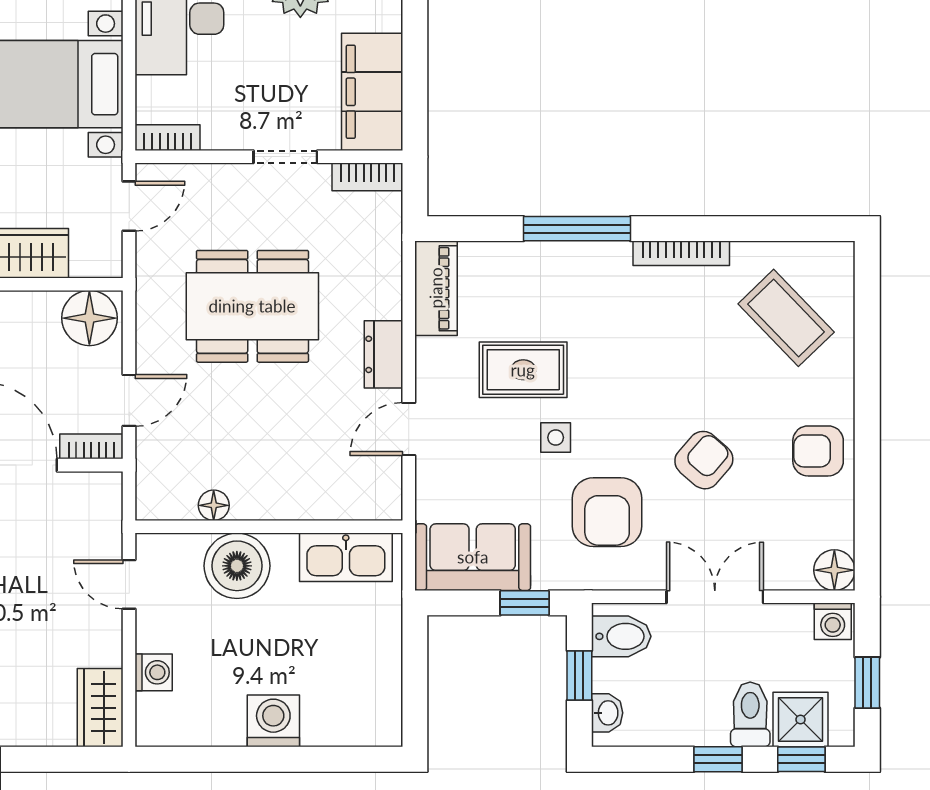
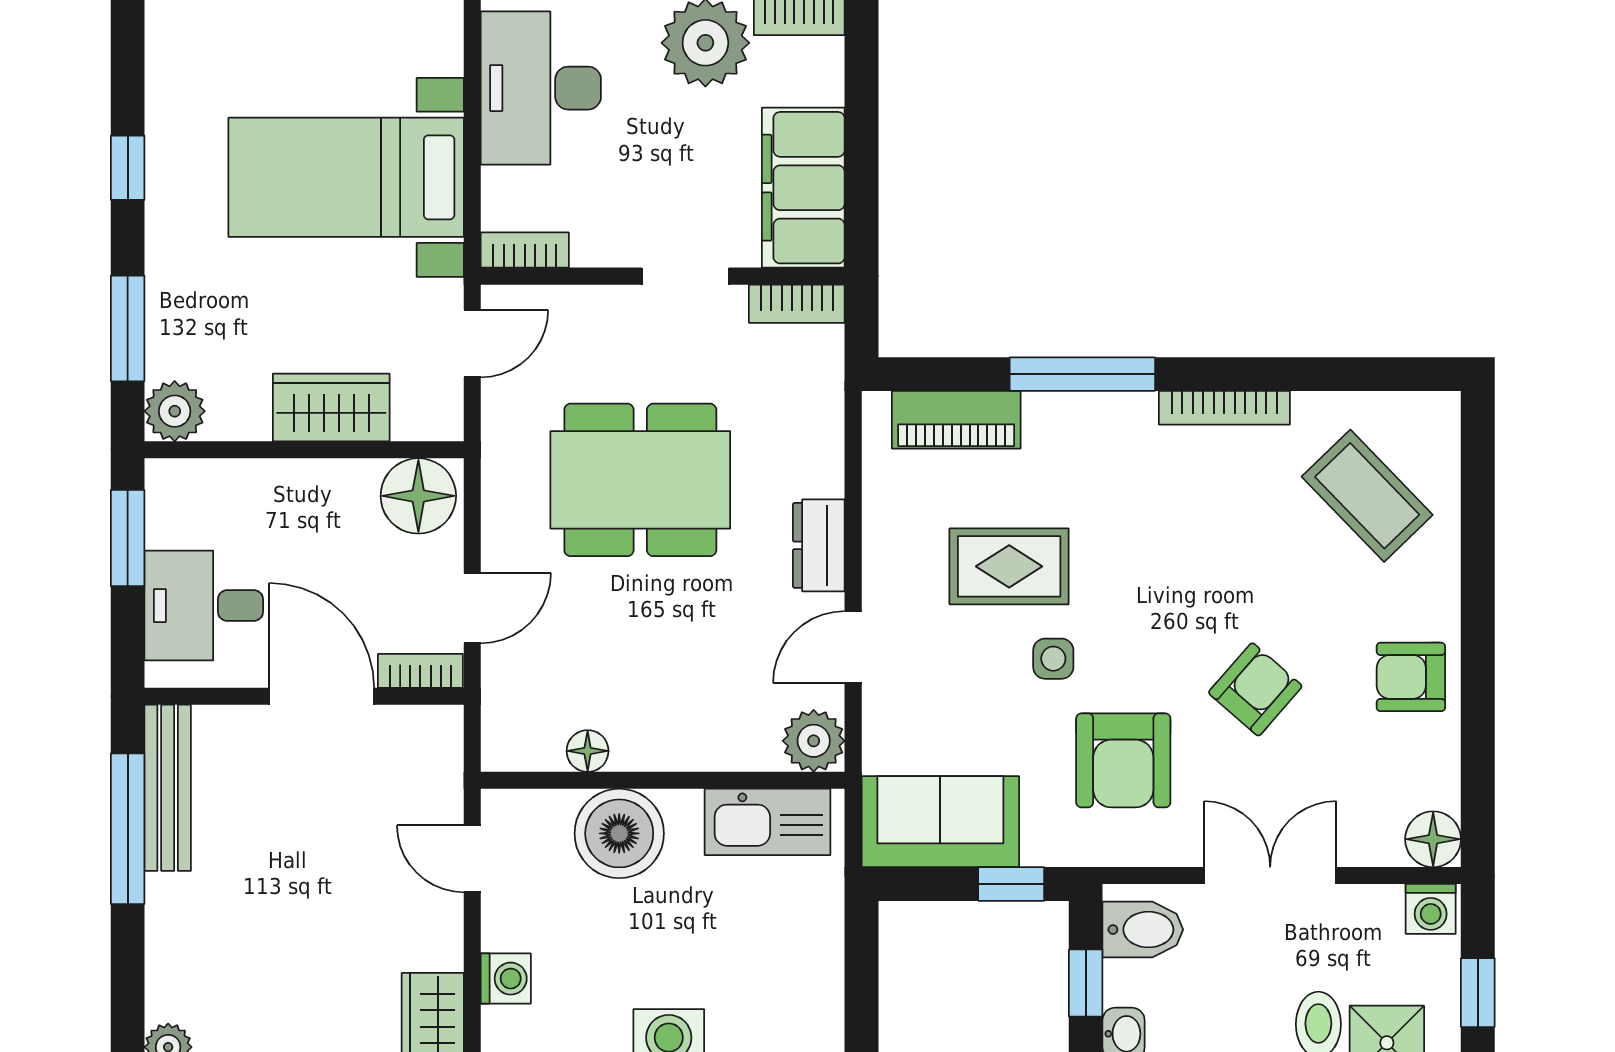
piano: (436, 288) -> (956, 420), moved, turned 90
plant: (380, 498) -> (814, 741), added

